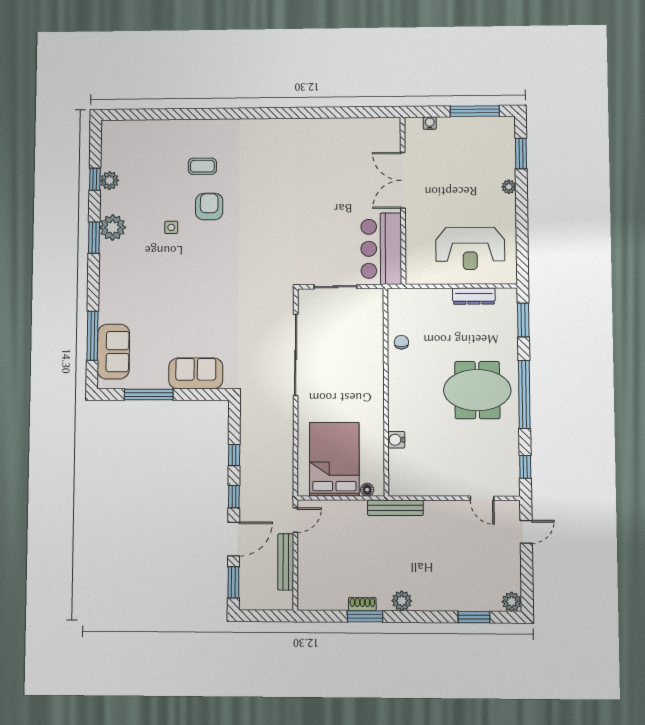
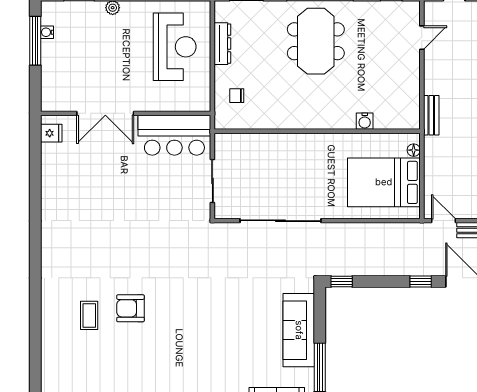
water cooler: (430, 123) -> (47, 32), moved
fridge: (383, 128) -> (51, 133), added
side table: (171, 227) -> (152, 346), removed
chair: (401, 342) -> (237, 96), moved
sofa: (196, 373) -> (299, 330), width x1.36
window: (234, 455) -> (342, 282), moved
bench: (395, 508) -> (431, 115), width x0.73

